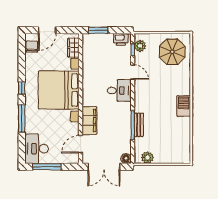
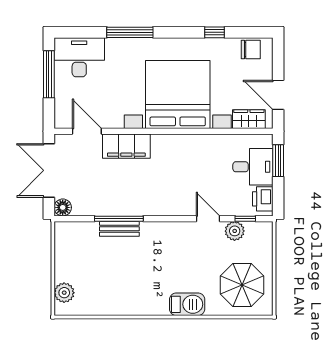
door: (47, 30) -> (278, 95), moved
plant: (140, 46) -> (235, 231), moved
door: (133, 72) -> (208, 219), swing flipped
window: (22, 88) -> (214, 32), moved
desk: (119, 91) -> (253, 167), moved, turned -90
barbecue: (184, 106) -> (187, 304), moved
plant: (147, 158) -> (64, 293), moved

